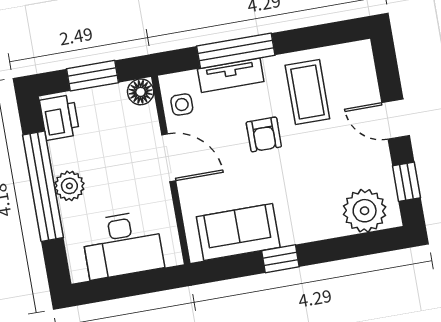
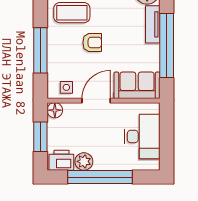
tv unit: (231, 75) -> (153, 24), moved, turned 180
plant: (69, 186) -> (84, 161), moved
sofa: (238, 232) -> (137, 85), moved, turned 90
window: (280, 259) -> (167, 45), width x3.17

